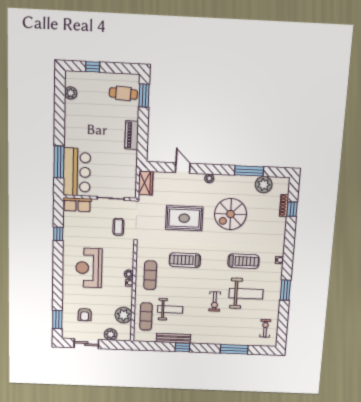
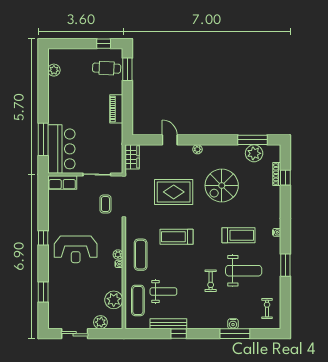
window: (93, 67) -> (104, 44), moved
window: (249, 171) -> (253, 140), moved
window: (58, 234) -> (43, 238), moved
reception desk: (89, 268) -> (76, 249), turned -90
armchair: (85, 314) -> (72, 301), removed
window: (57, 320) -> (43, 292), moved
water cooler: (233, 340) -> (233, 324), added

